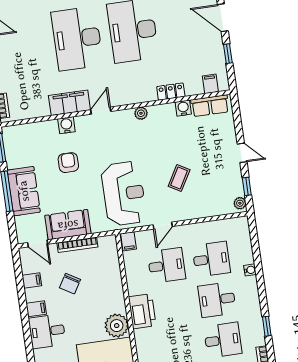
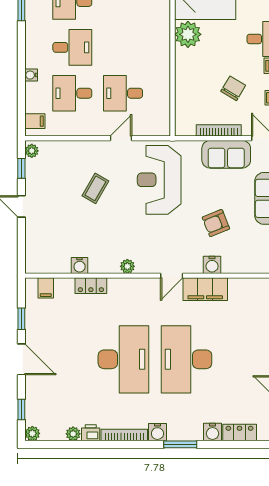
desk: (77, 39) -> (186, 359), turned 180
row of seats: (210, 106) -> (50, 264), removed
armchair: (68, 163) -> (216, 223), turned 68
filing cabinet: (128, 241) -> (35, 121), moved, turned 90
printer: (142, 311) -> (157, 46), removed

